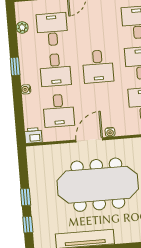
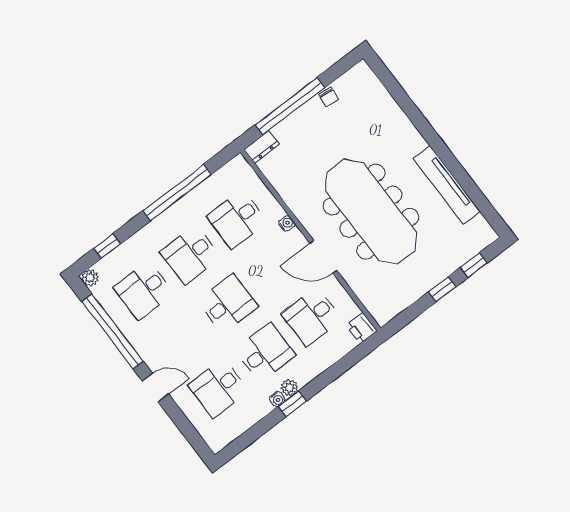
plant: (22, 27) -> (289, 388), moved
water cooler: (26, 89) -> (277, 399), moved
desk: (59, 111) -> (312, 317), turned 180
water cooler: (110, 132) -> (287, 223), moved

